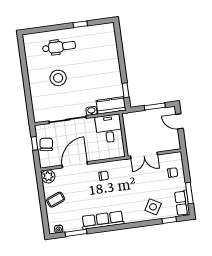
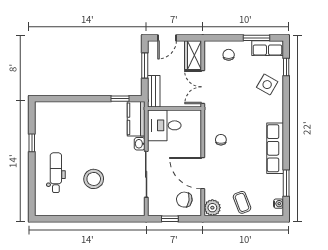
bench: (135, 116) -> (154, 91), added
chair: (46, 144) -> (184, 200), moved
wardrobe: (168, 144) -> (193, 55), added
double door: (144, 155) -> (203, 87), swing flipped

